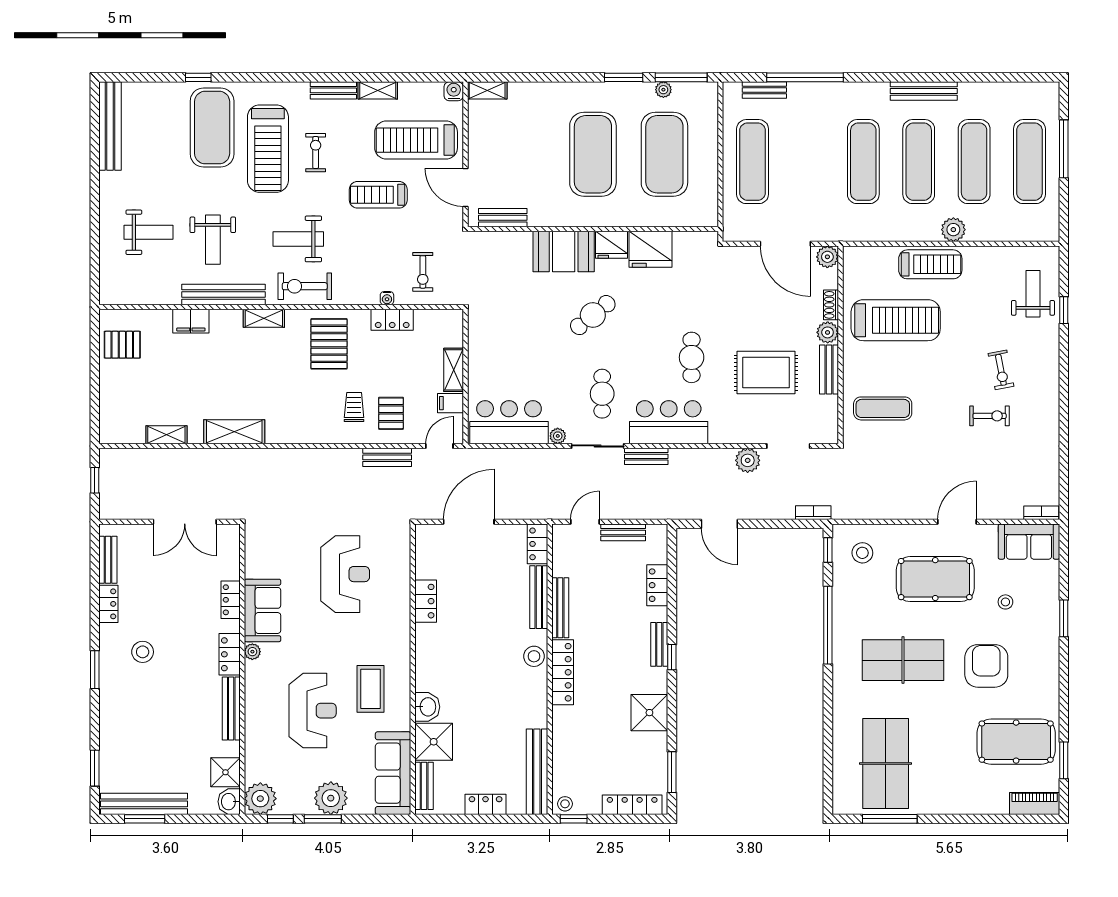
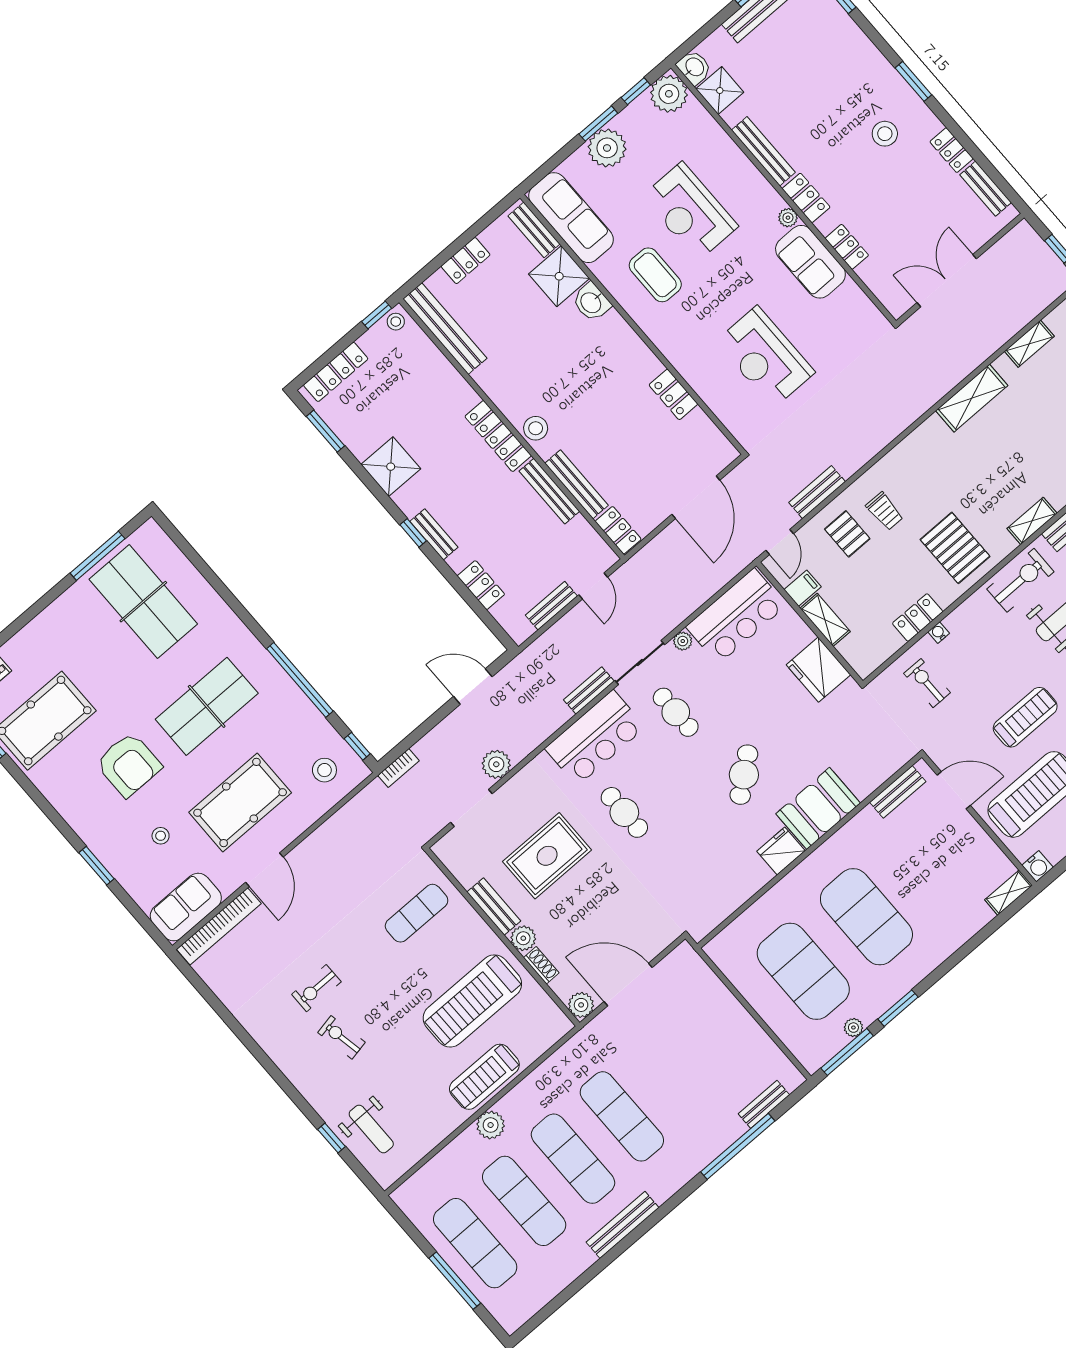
exercise mat: (753, 162) -> (720, 1032), removed
fridge: (650, 249) -> (818, 670), moved, turned -90
bookcase: (1041, 513) -> (219, 926), width x2.31, depth x1.31

